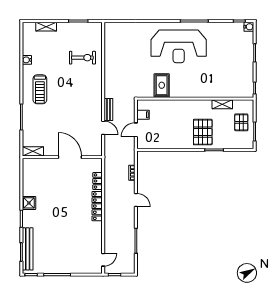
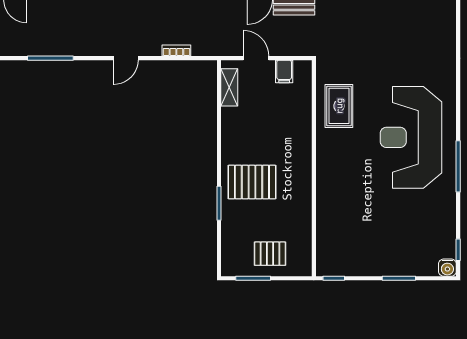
rug: (162, 85) -> (339, 106), turned 90
shelving: (222, 104) -> (229, 87), moved

